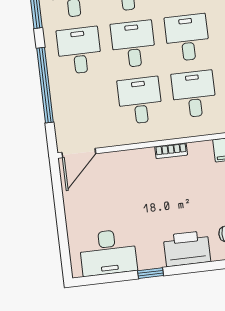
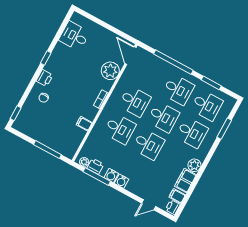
plant: (121, 166) -> (110, 71), added
printer: (187, 249) -> (44, 78), width x0.53, depth x0.68
desk: (108, 252) -> (74, 36), width x0.73
window: (150, 273) -> (46, 58), moved

